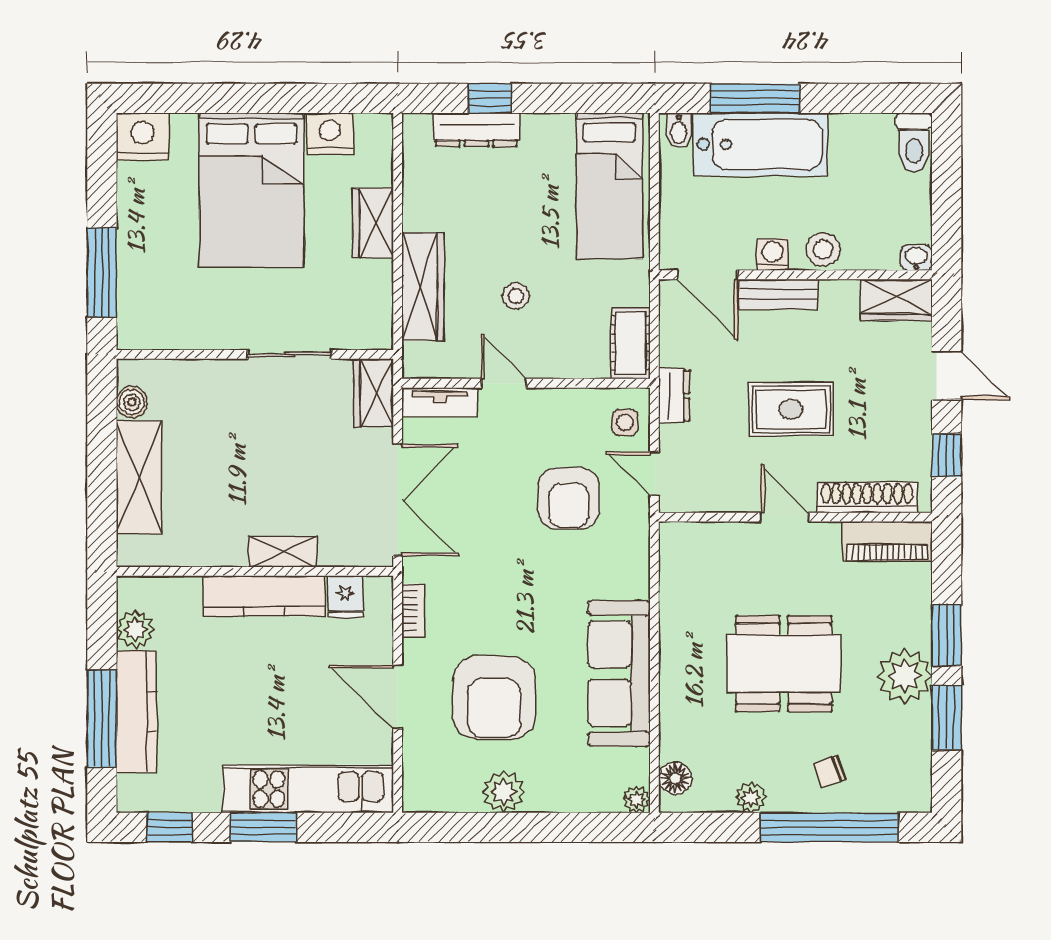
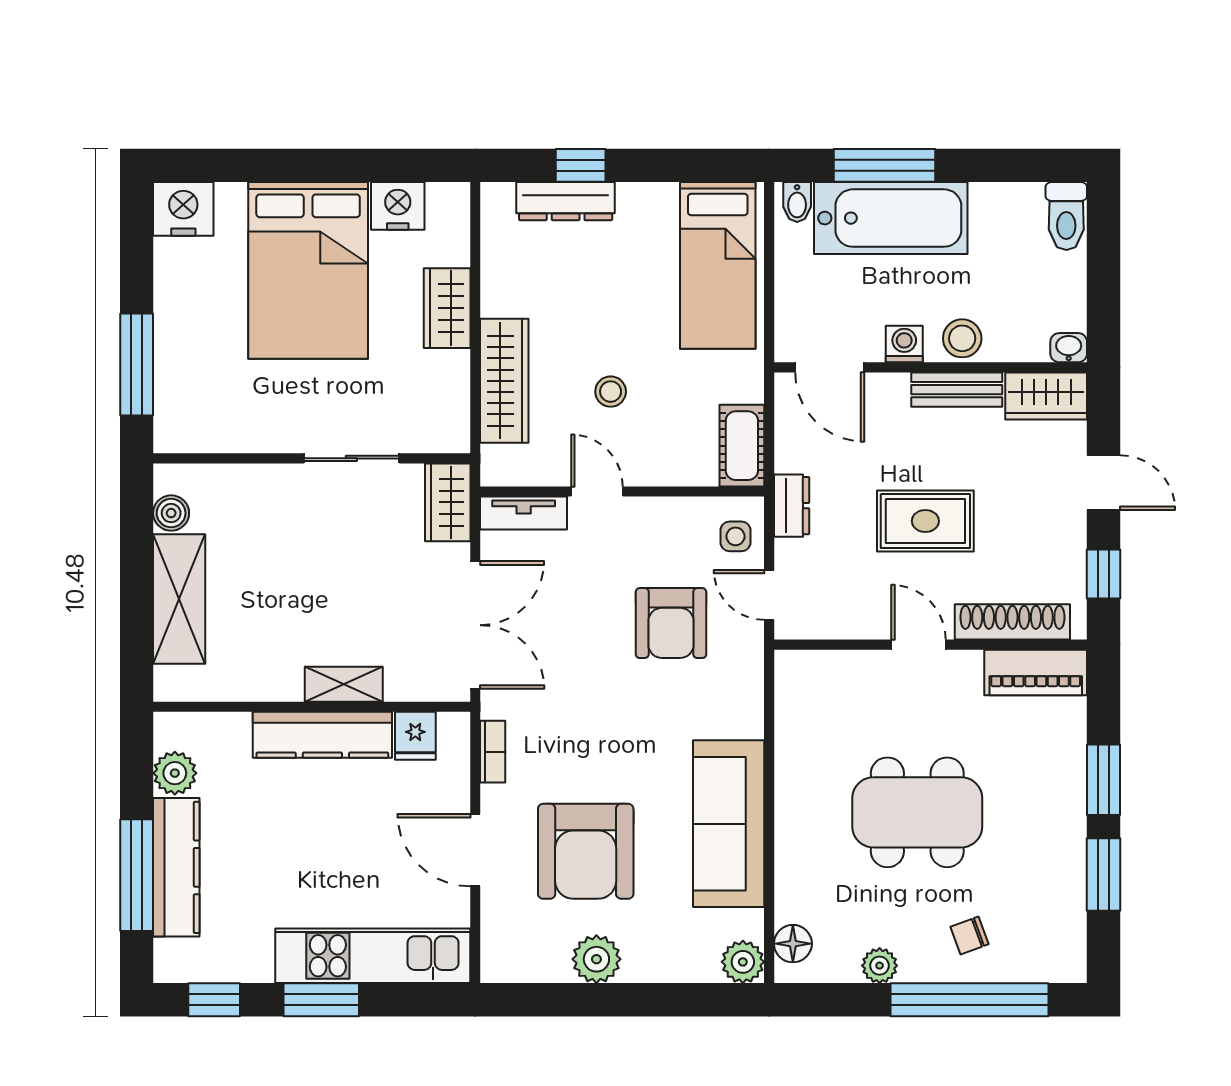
bench: (779, 294) -> (957, 390), moved
plant: (905, 676) -> (1056, 827), removed
plant: (637, 799) -> (743, 962), width x1.38, depth x1.38

